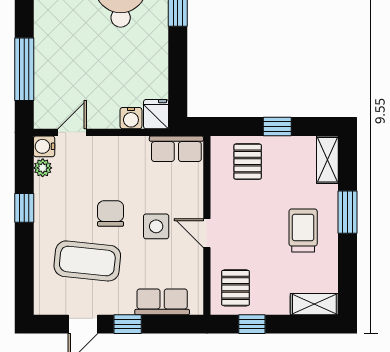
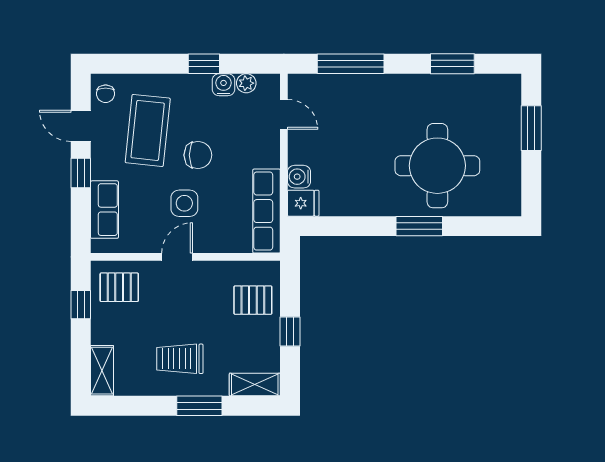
water cooler: (44, 146) -> (223, 85), moved
row of seats: (176, 149) -> (267, 211), width x1.48
trolley: (303, 231) -> (180, 359), turned 180
chair: (53, 301) -> (106, 94), added

